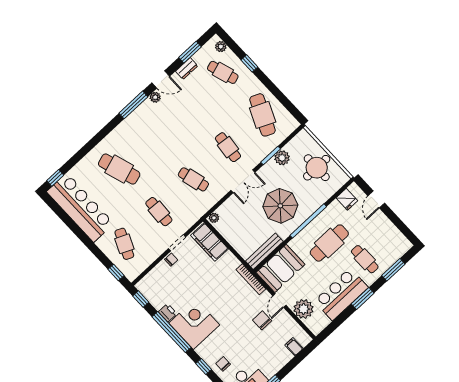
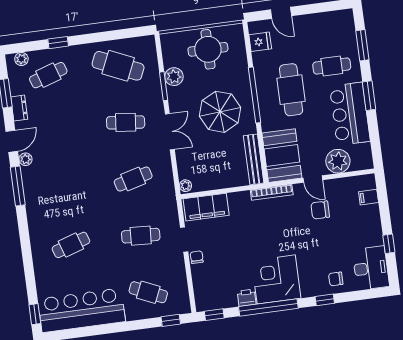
cafe table: (119, 169) -> (71, 245), width x0.73, depth x0.74

